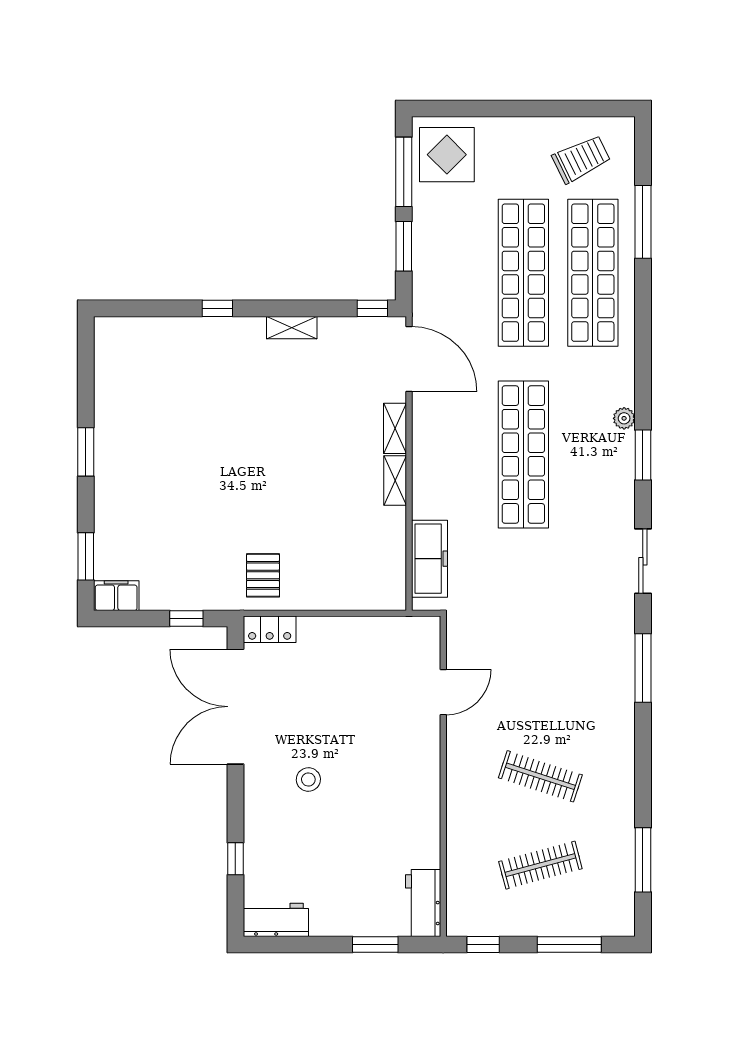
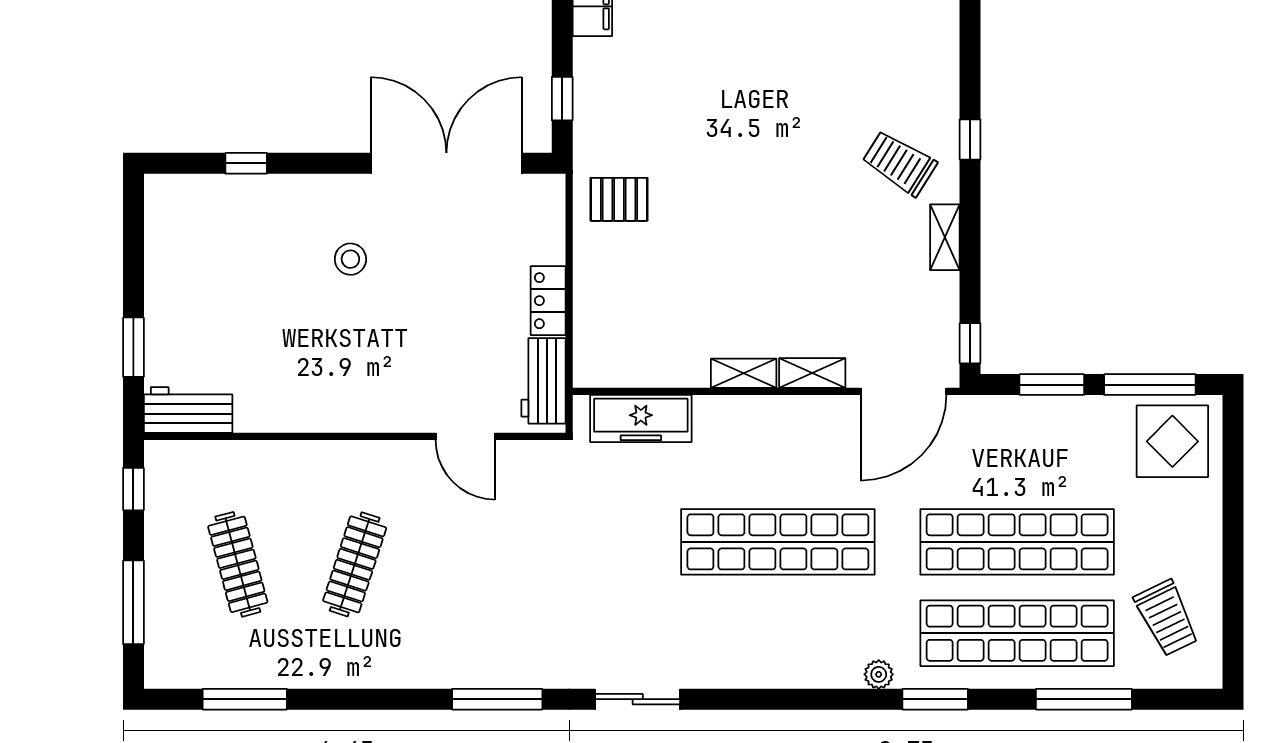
trolley: (235, 362) -> (899, 163), added
plant: (624, 418) -> (879, 674), moved
window: (643, 455) -> (935, 699), moved
locker: (270, 629) -> (548, 301), moved
workbench: (276, 920) -> (544, 381), moved, turned 180

